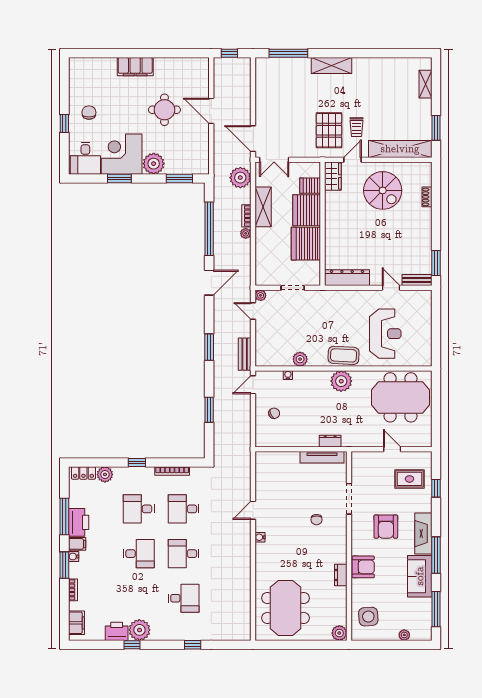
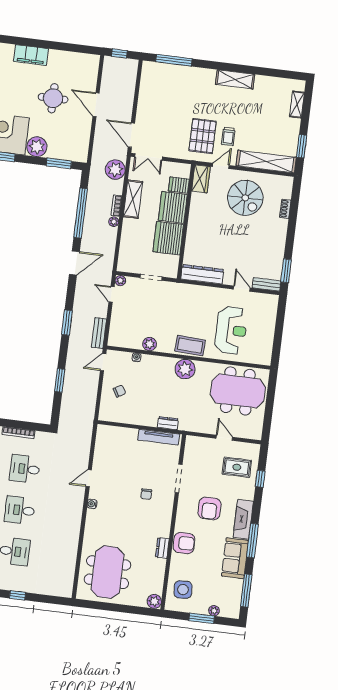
shelving: (332, 65) -> (235, 79), moved
window: (392, 645) -> (202, 618), added

